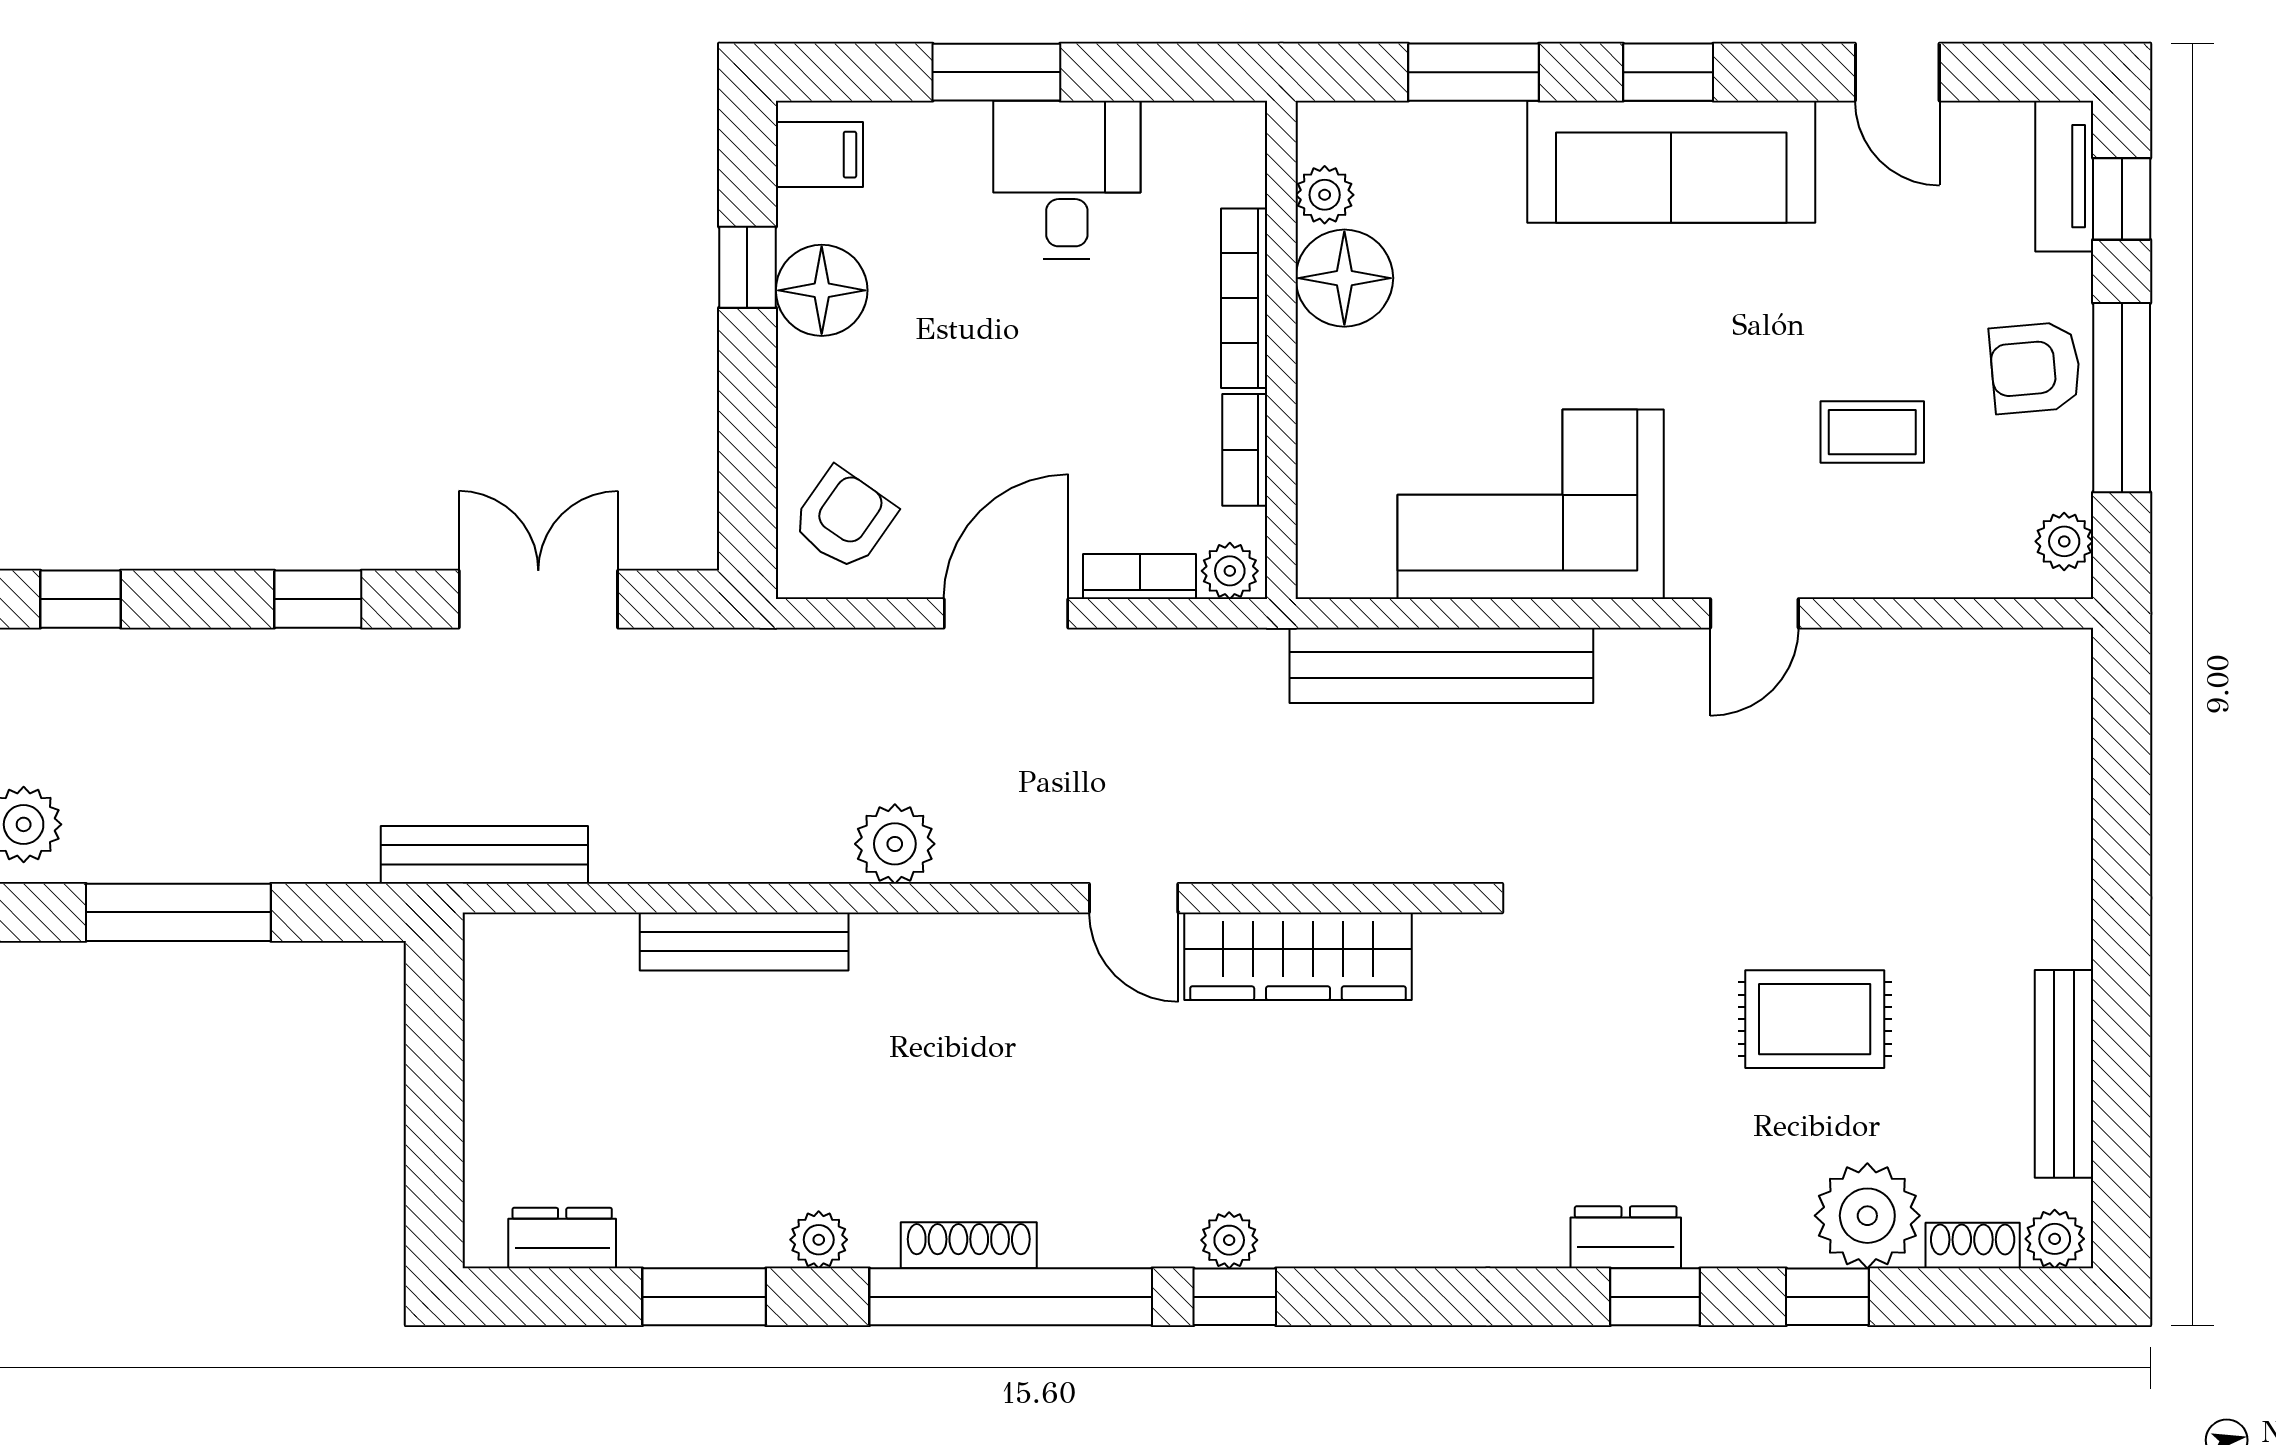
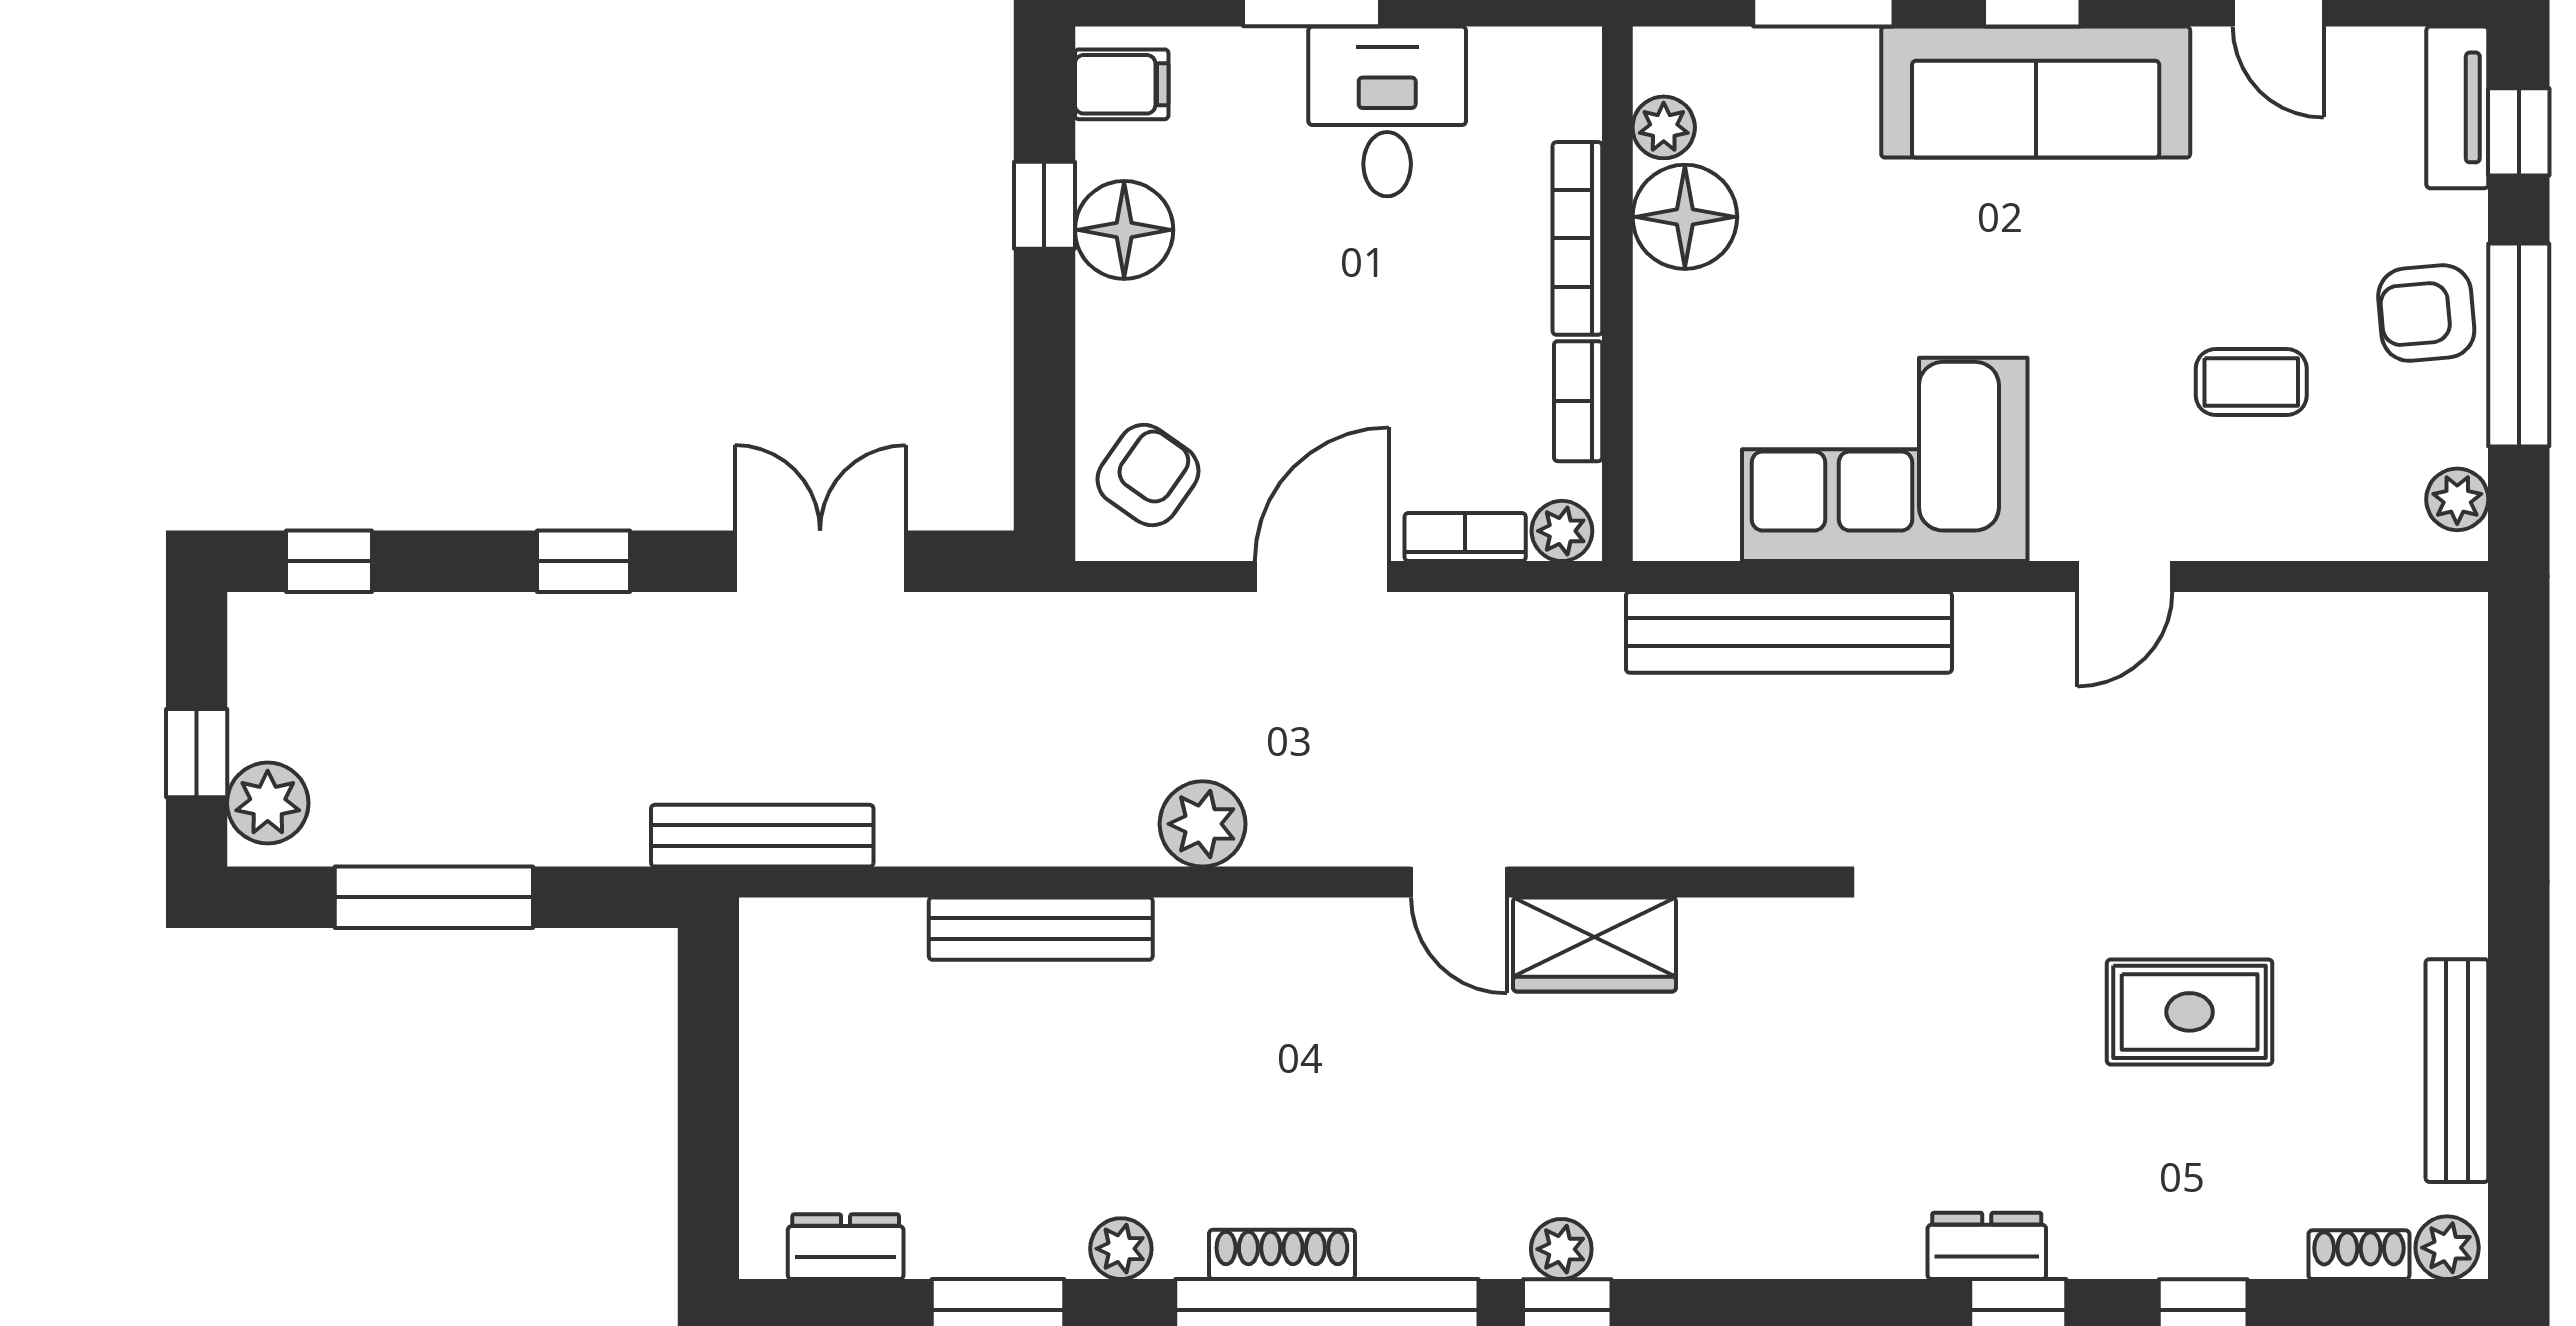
wardrobe: (1298, 956) -> (1594, 944), width x0.67
plant: (1867, 1216) -> (2246, 1223), removed

